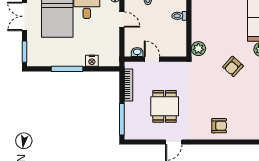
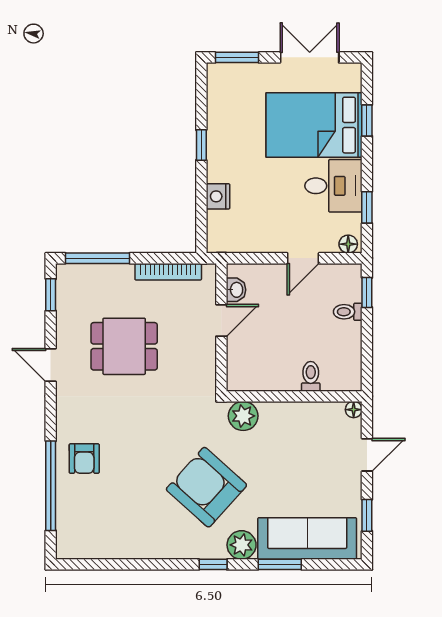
armchair: (233, 66) -> (206, 487), width x1.88, depth x1.88
window: (67, 69) -> (201, 145), width x0.46
window: (140, 142) -> (51, 295), added
window: (232, 142) -> (51, 486), added

